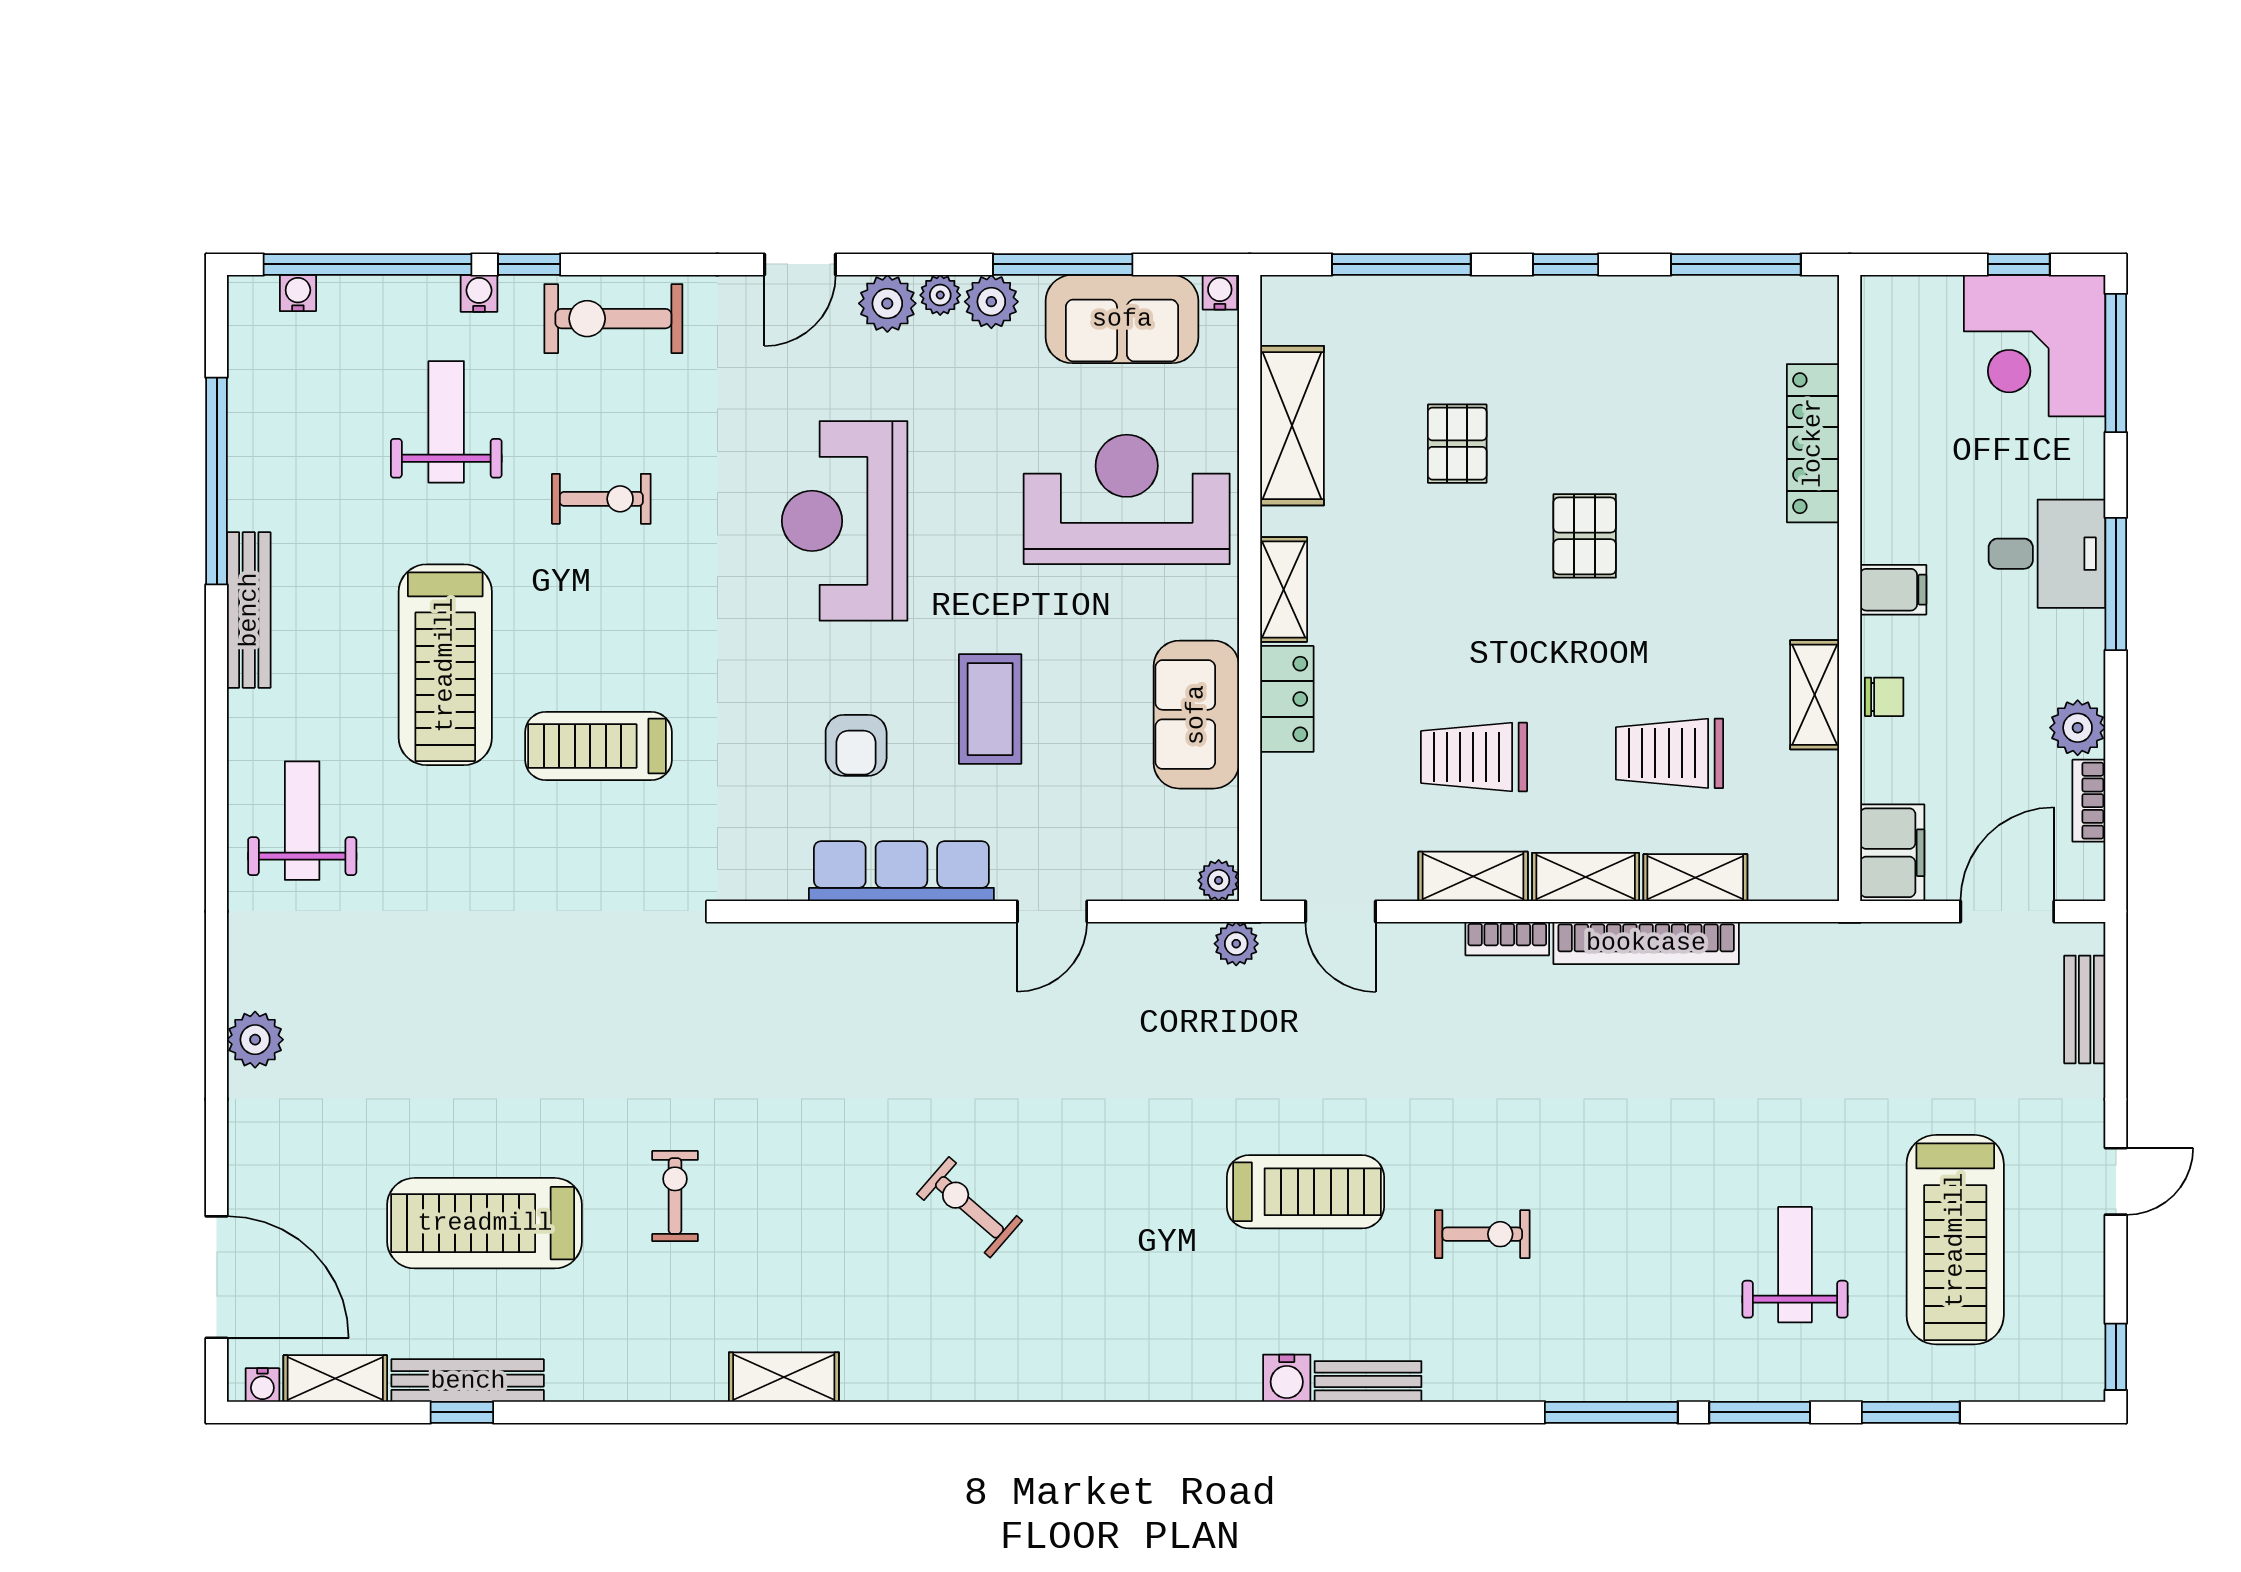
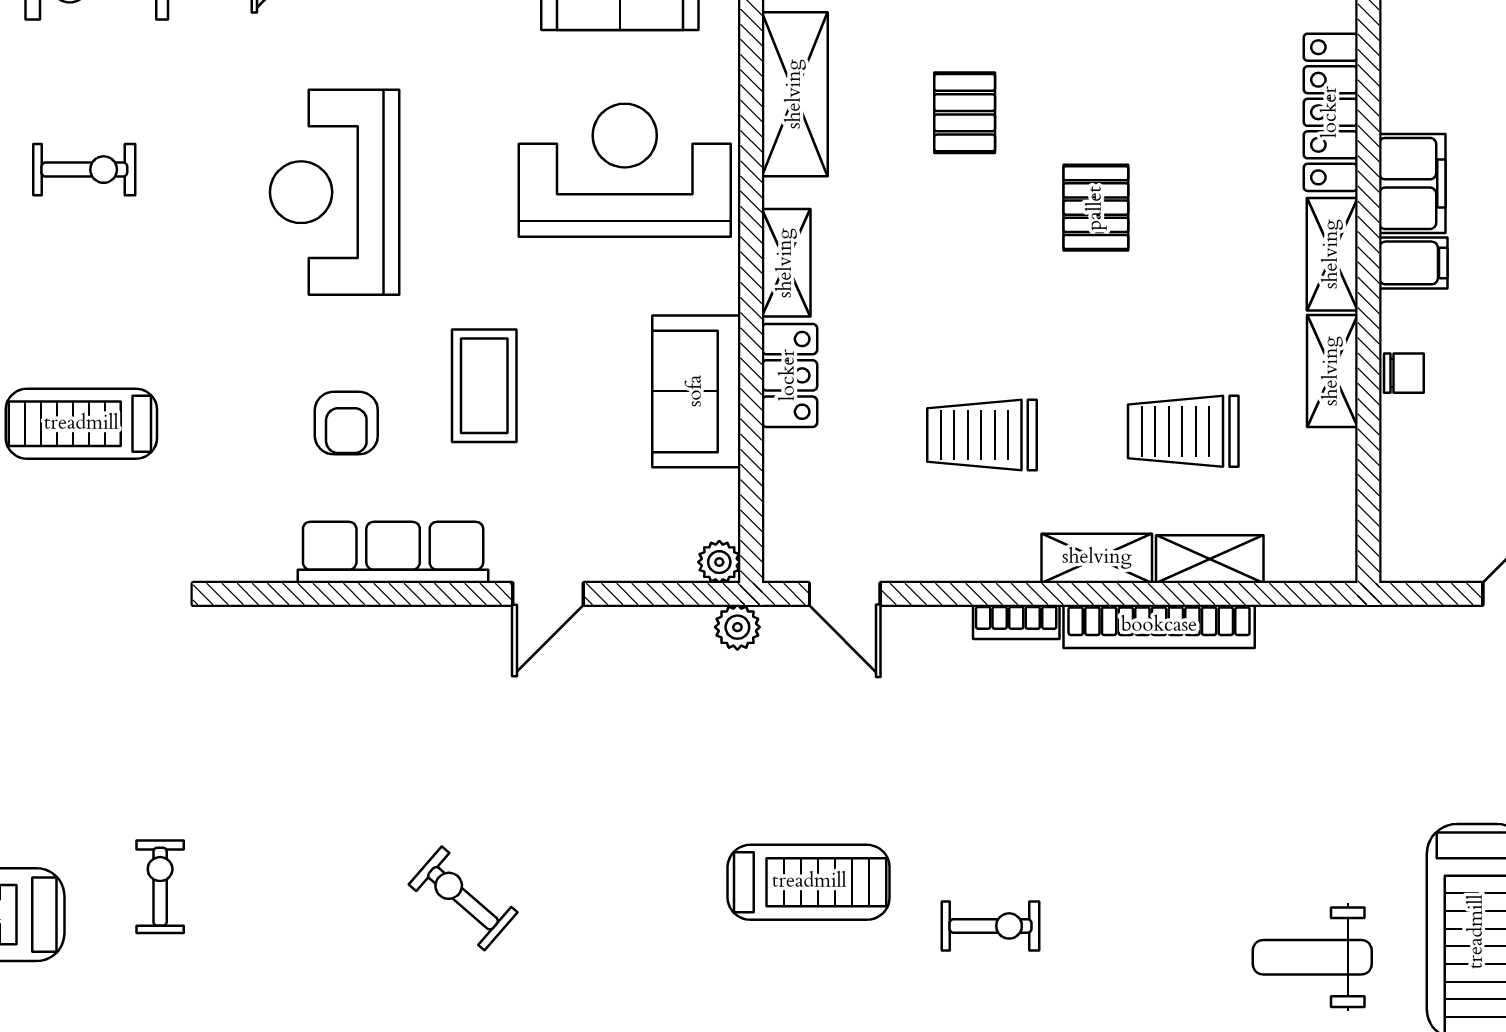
filing cabinet: (1892, 853) -> (1412, 183), moved
shelving: (1473, 876) -> (1332, 254), moved, turned 90
weight bench: (1795, 1265) -> (1312, 957), turned -90

